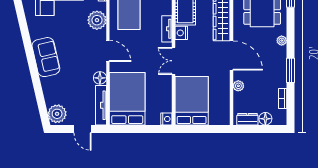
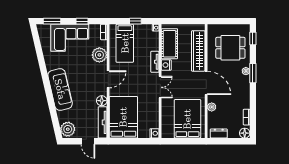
door: (108, 51) -> (108, 79), hinge flipped
sofa: (46, 57) -> (60, 89), width x1.36
double door: (174, 61) -> (160, 87), swing flipped
window: (290, 70) -> (253, 73), moved
bed: (192, 101) -> (187, 119), moved
floor lamp: (265, 119) -> (245, 133), moved

